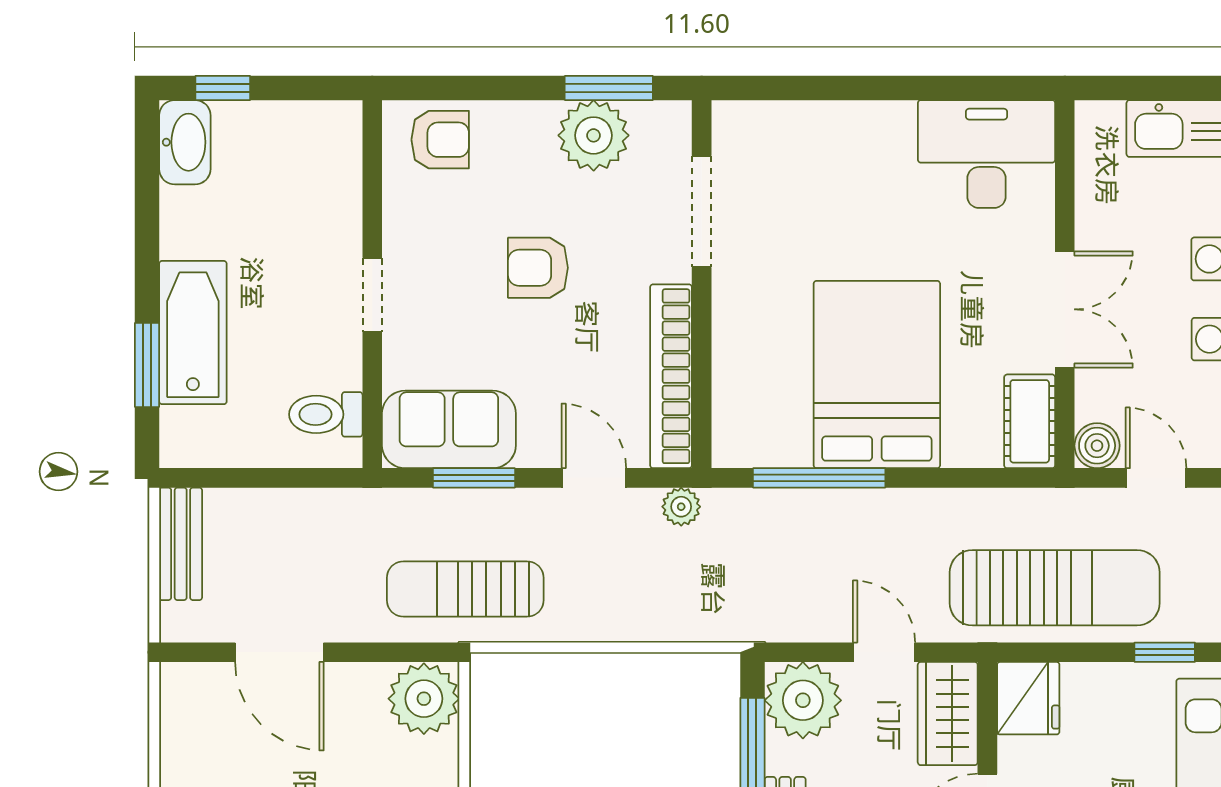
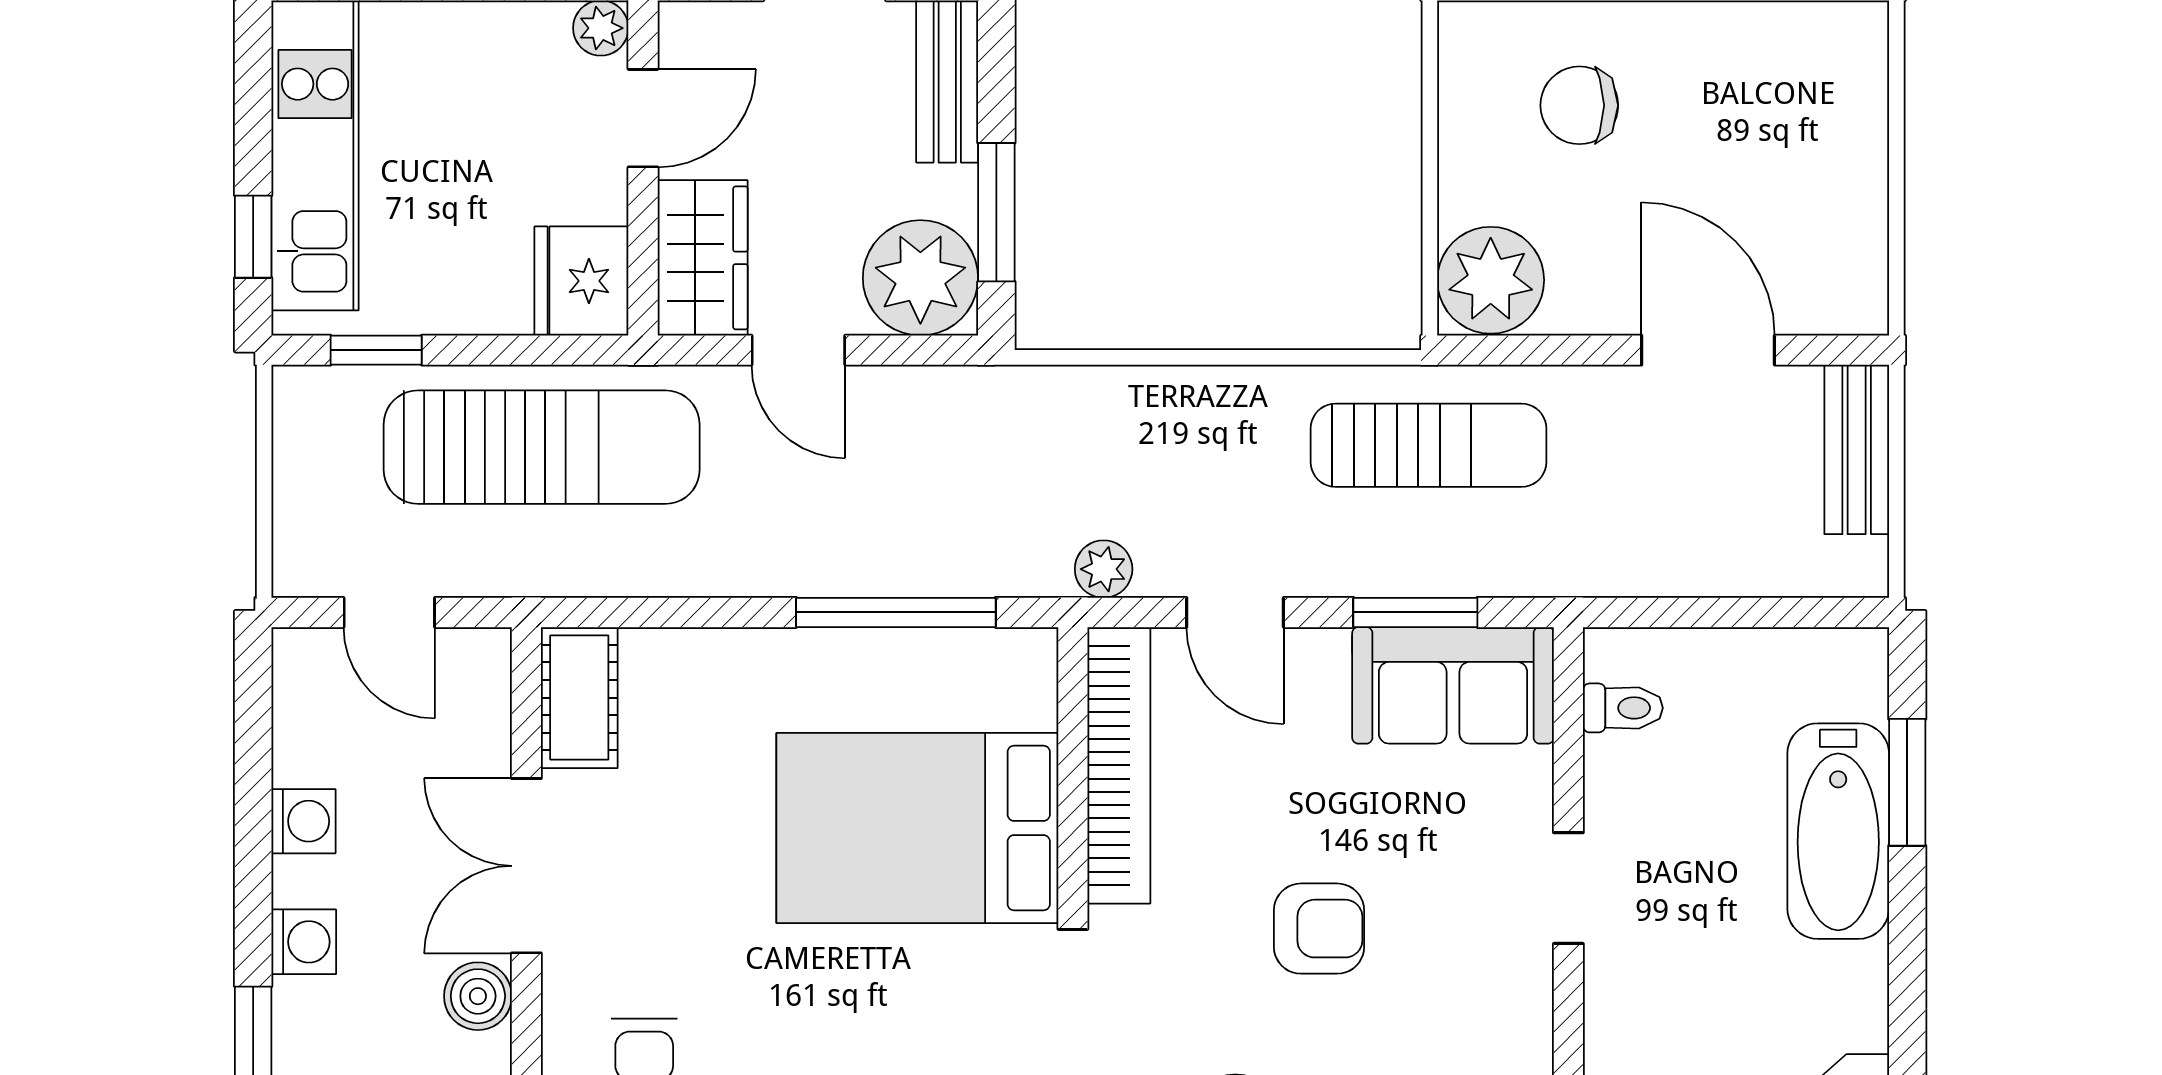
bed: (877, 375) -> (917, 828), moved, turned 90
toilet: (326, 414) -> (1623, 708), width x0.73, depth x0.72
boiler: (1097, 446) -> (478, 996), moved
bench: (181, 544) -> (1857, 449), moved
sun lounger: (1055, 588) -> (542, 447), turned 180

